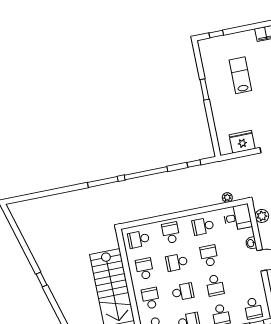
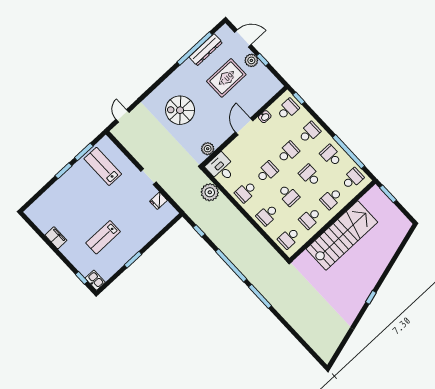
kitchen sink: (207, 45) -> (95, 280), added
fridge: (242, 142) -> (158, 201), width x0.53, depth x0.75
plant: (227, 197) -> (210, 192), width x1.88, depth x1.88
school desk: (203, 226) -> (246, 192), turned 90
school desk: (139, 239) -> (289, 238), turned 90
washbasin: (251, 243) -> (265, 117), moved
school desk: (209, 256) -> (267, 172), turned 180

